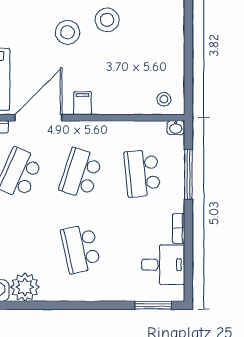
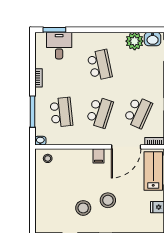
desk: (163, 265) -> (59, 46), moved, turned 90

